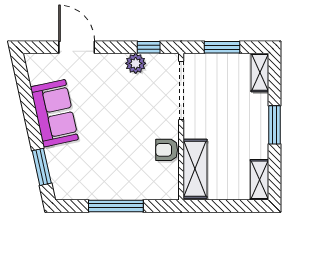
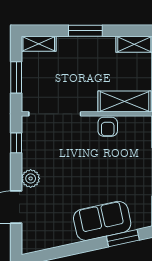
plant: (136, 63) -> (31, 178), moved
sofa: (54, 113) -> (102, 221), moved

